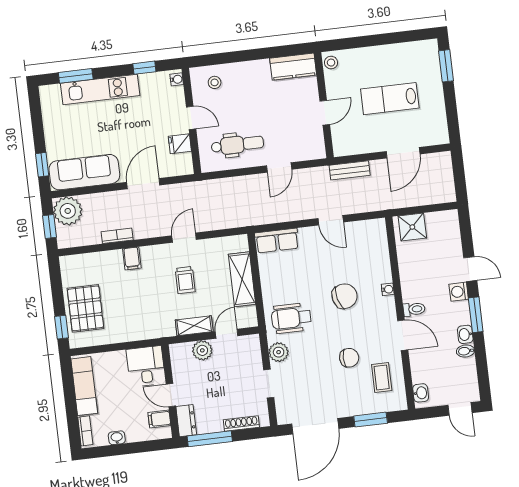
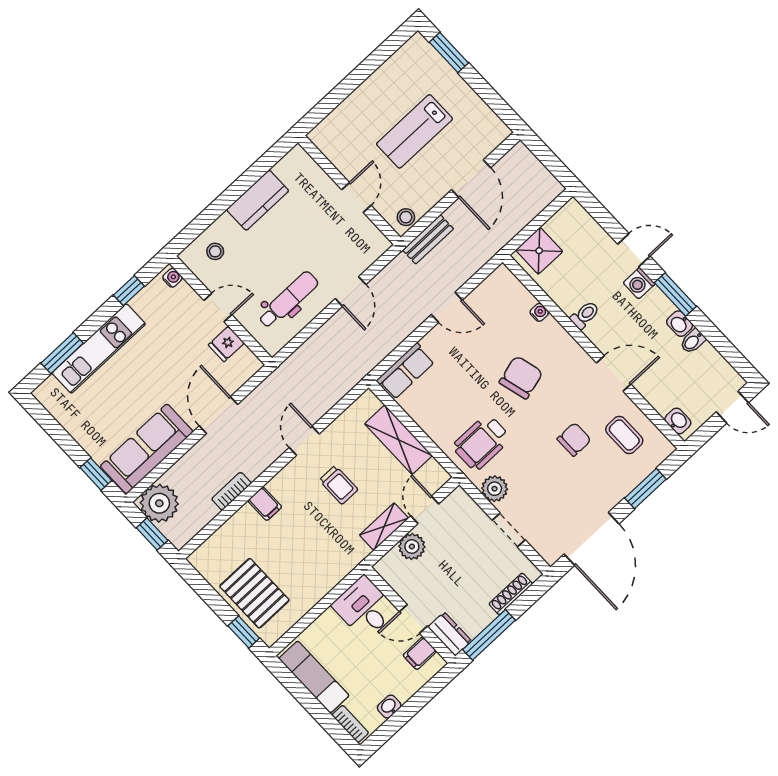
stool: (331, 63) -> (406, 217), moved
kitchen counter: (293, 67) -> (258, 200), moved
water cooler: (388, 289) -> (539, 312), moved
toilet: (414, 309) -> (585, 315), moved

